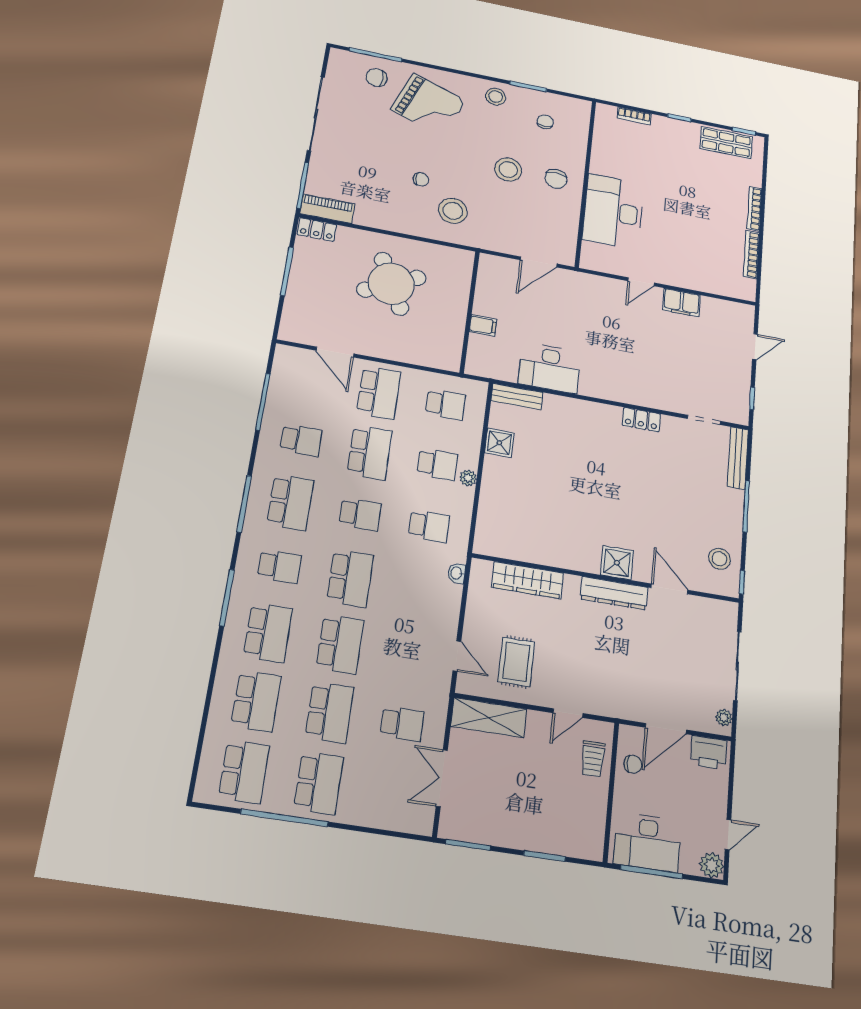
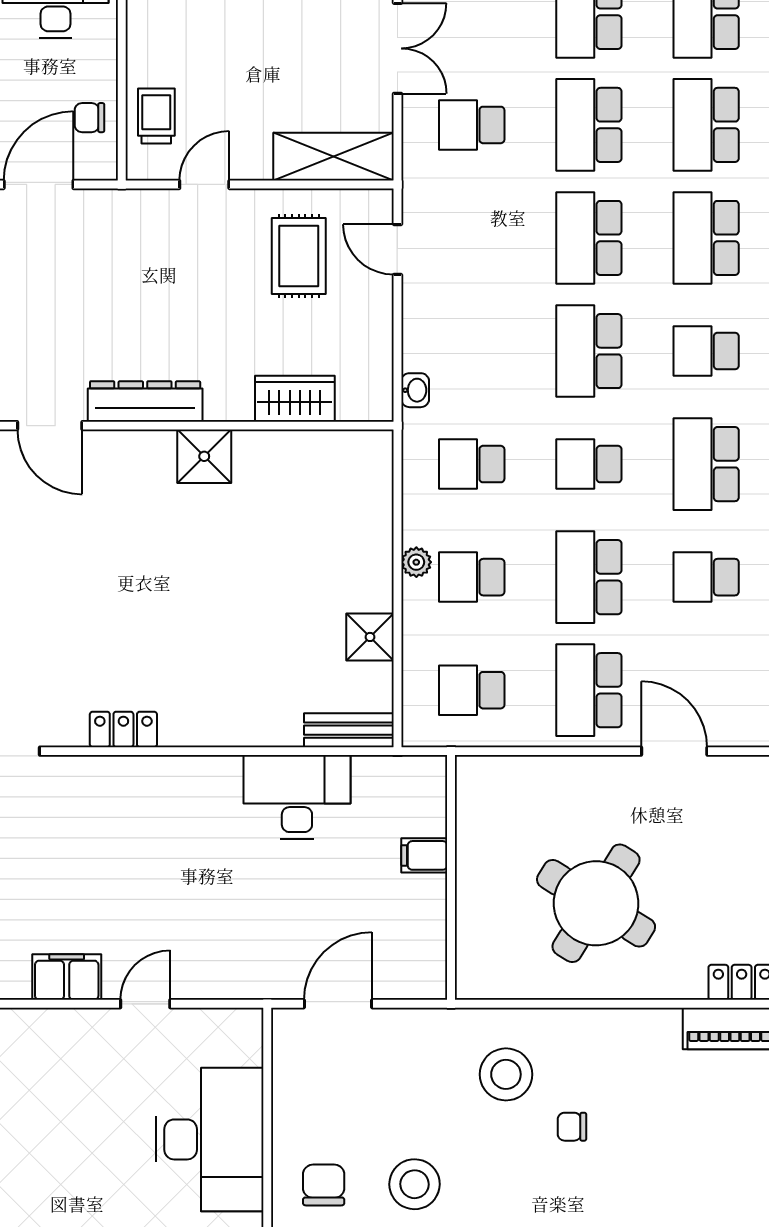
round table: (391, 284) -> (596, 903), turned -32
shower: (617, 563) -> (204, 456), moved
wardrobe: (528, 580) -> (295, 399), width x0.67

